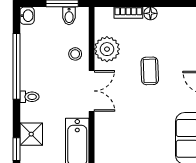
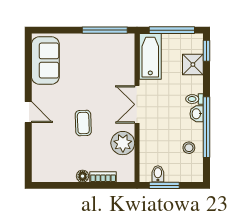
washbasin: (27, 16) -> (197, 114), moved
stool: (75, 54) -> (189, 148), moved

